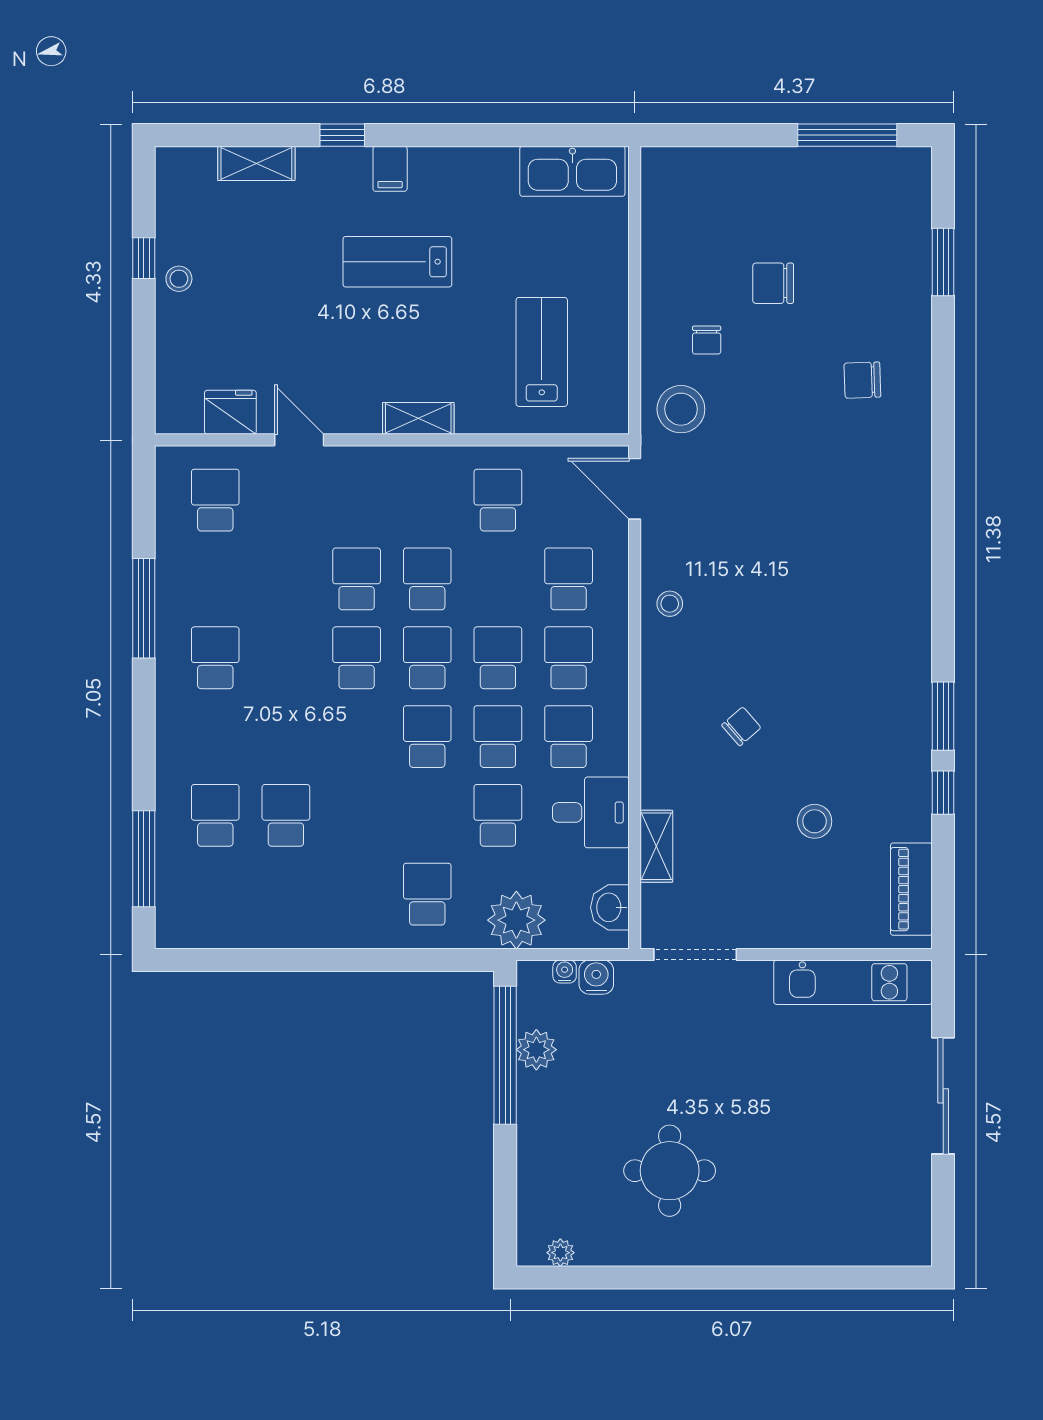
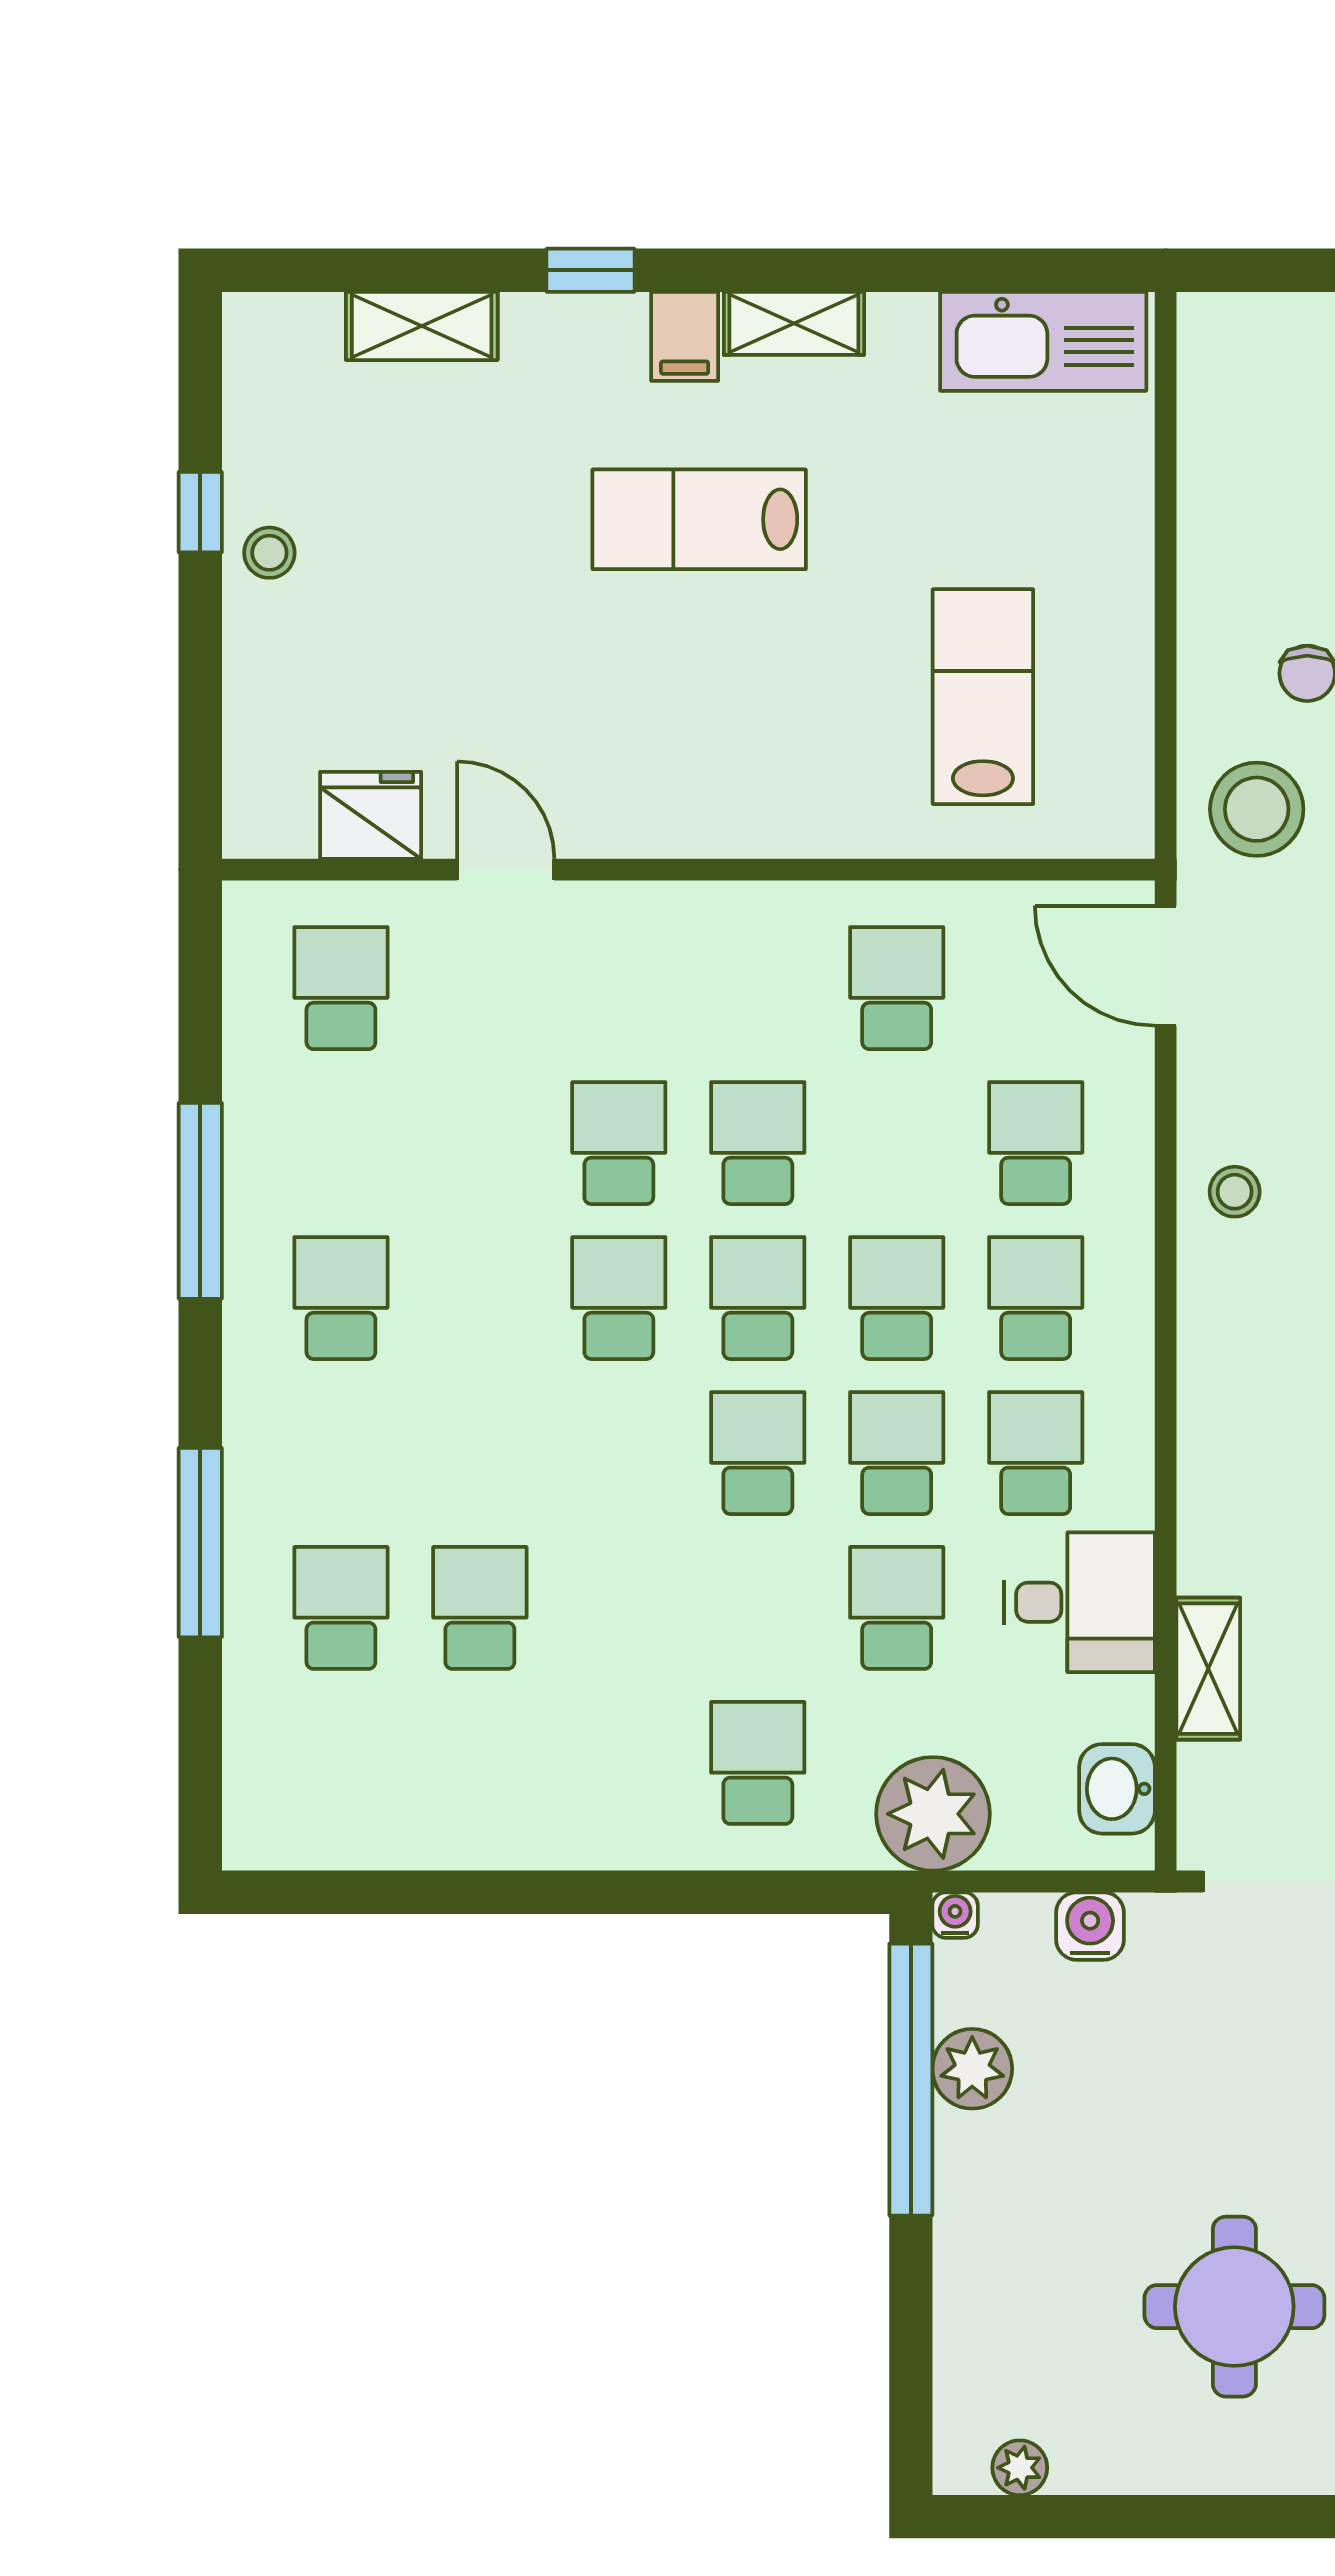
shelving: (418, 418) -> (794, 323), moved
window: (144, 859) -> (200, 1543), moved
water cooler: (565, 972) -> (955, 1915), moved

